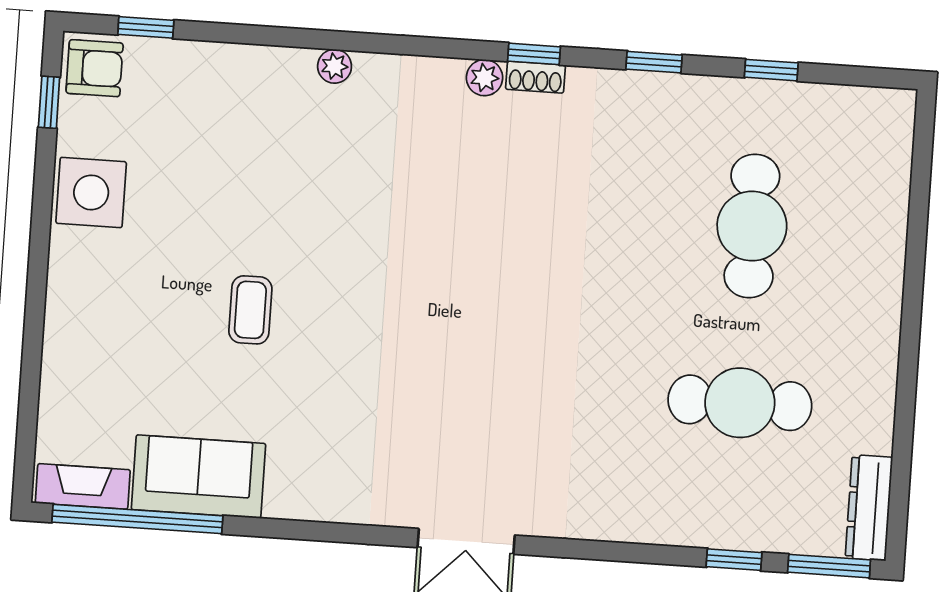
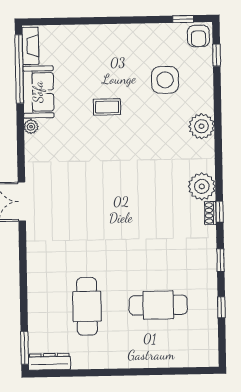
plant: (335, 66) -> (202, 126), width x1.88, depth x1.88
plant: (485, 78) -> (202, 186), width x1.88, depth x1.88
side table: (91, 192) -> (165, 80), moved
plant: (283, 502) -> (31, 127), added
window: (734, 560) -> (24, 310), removed

